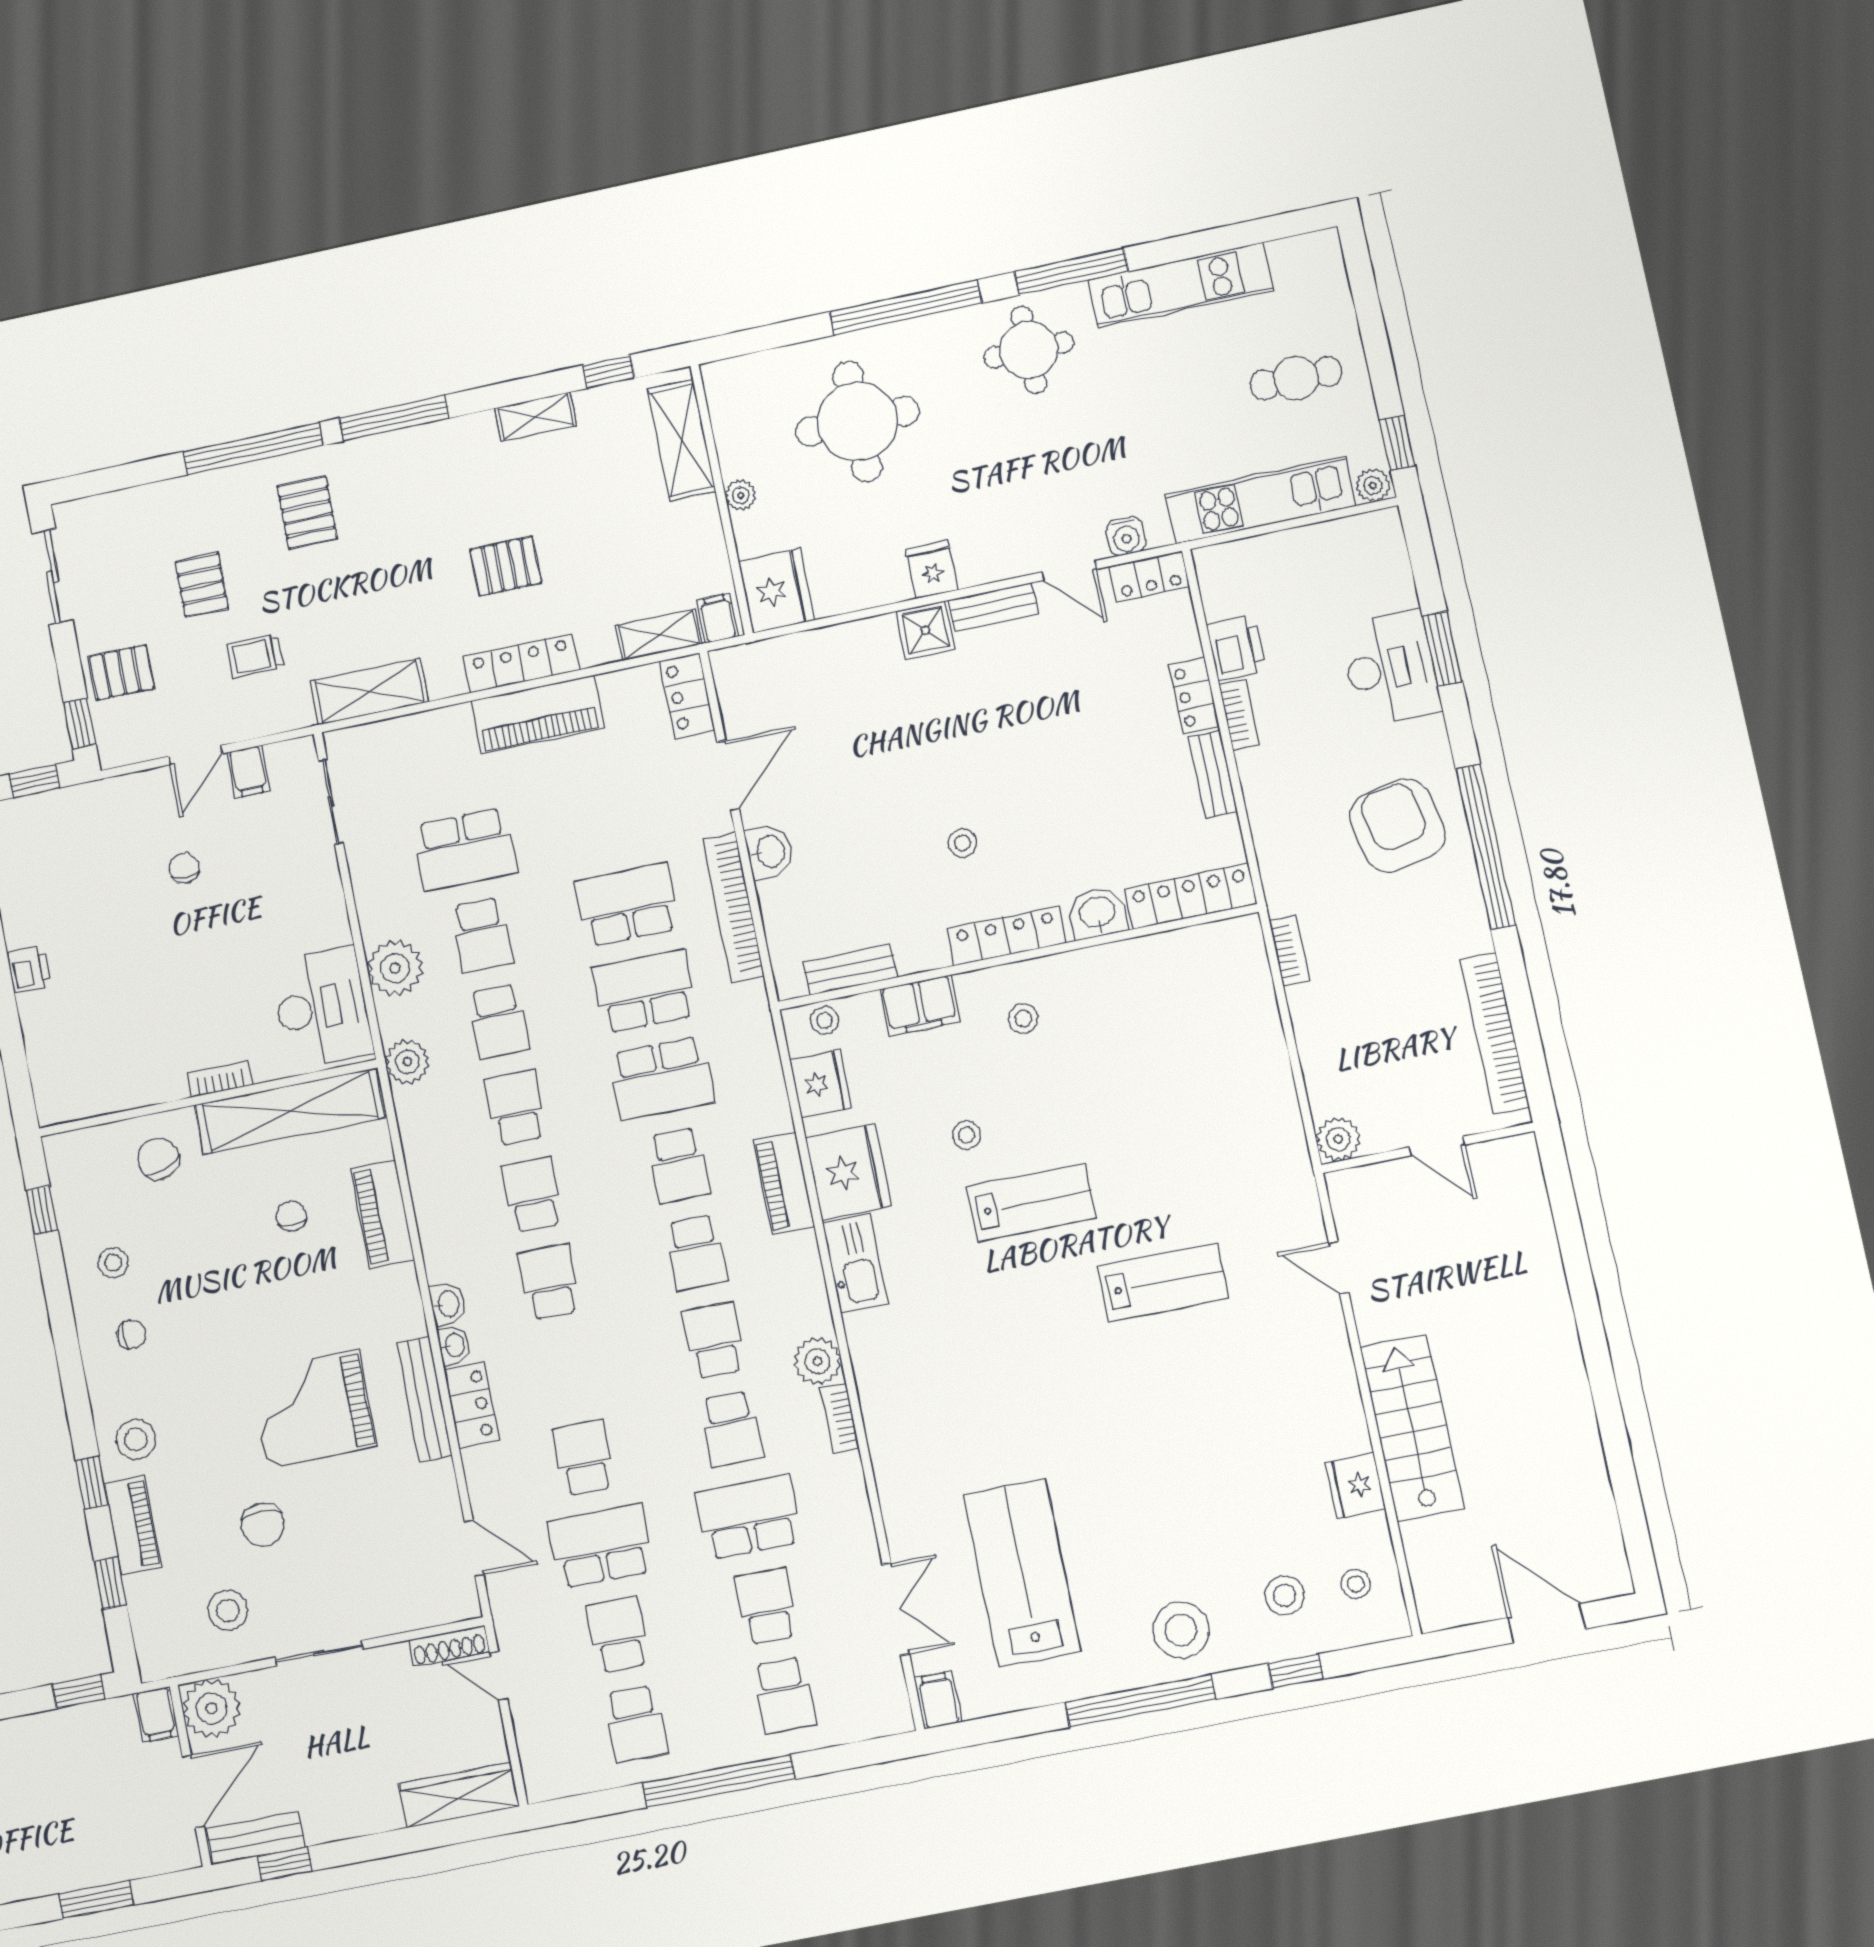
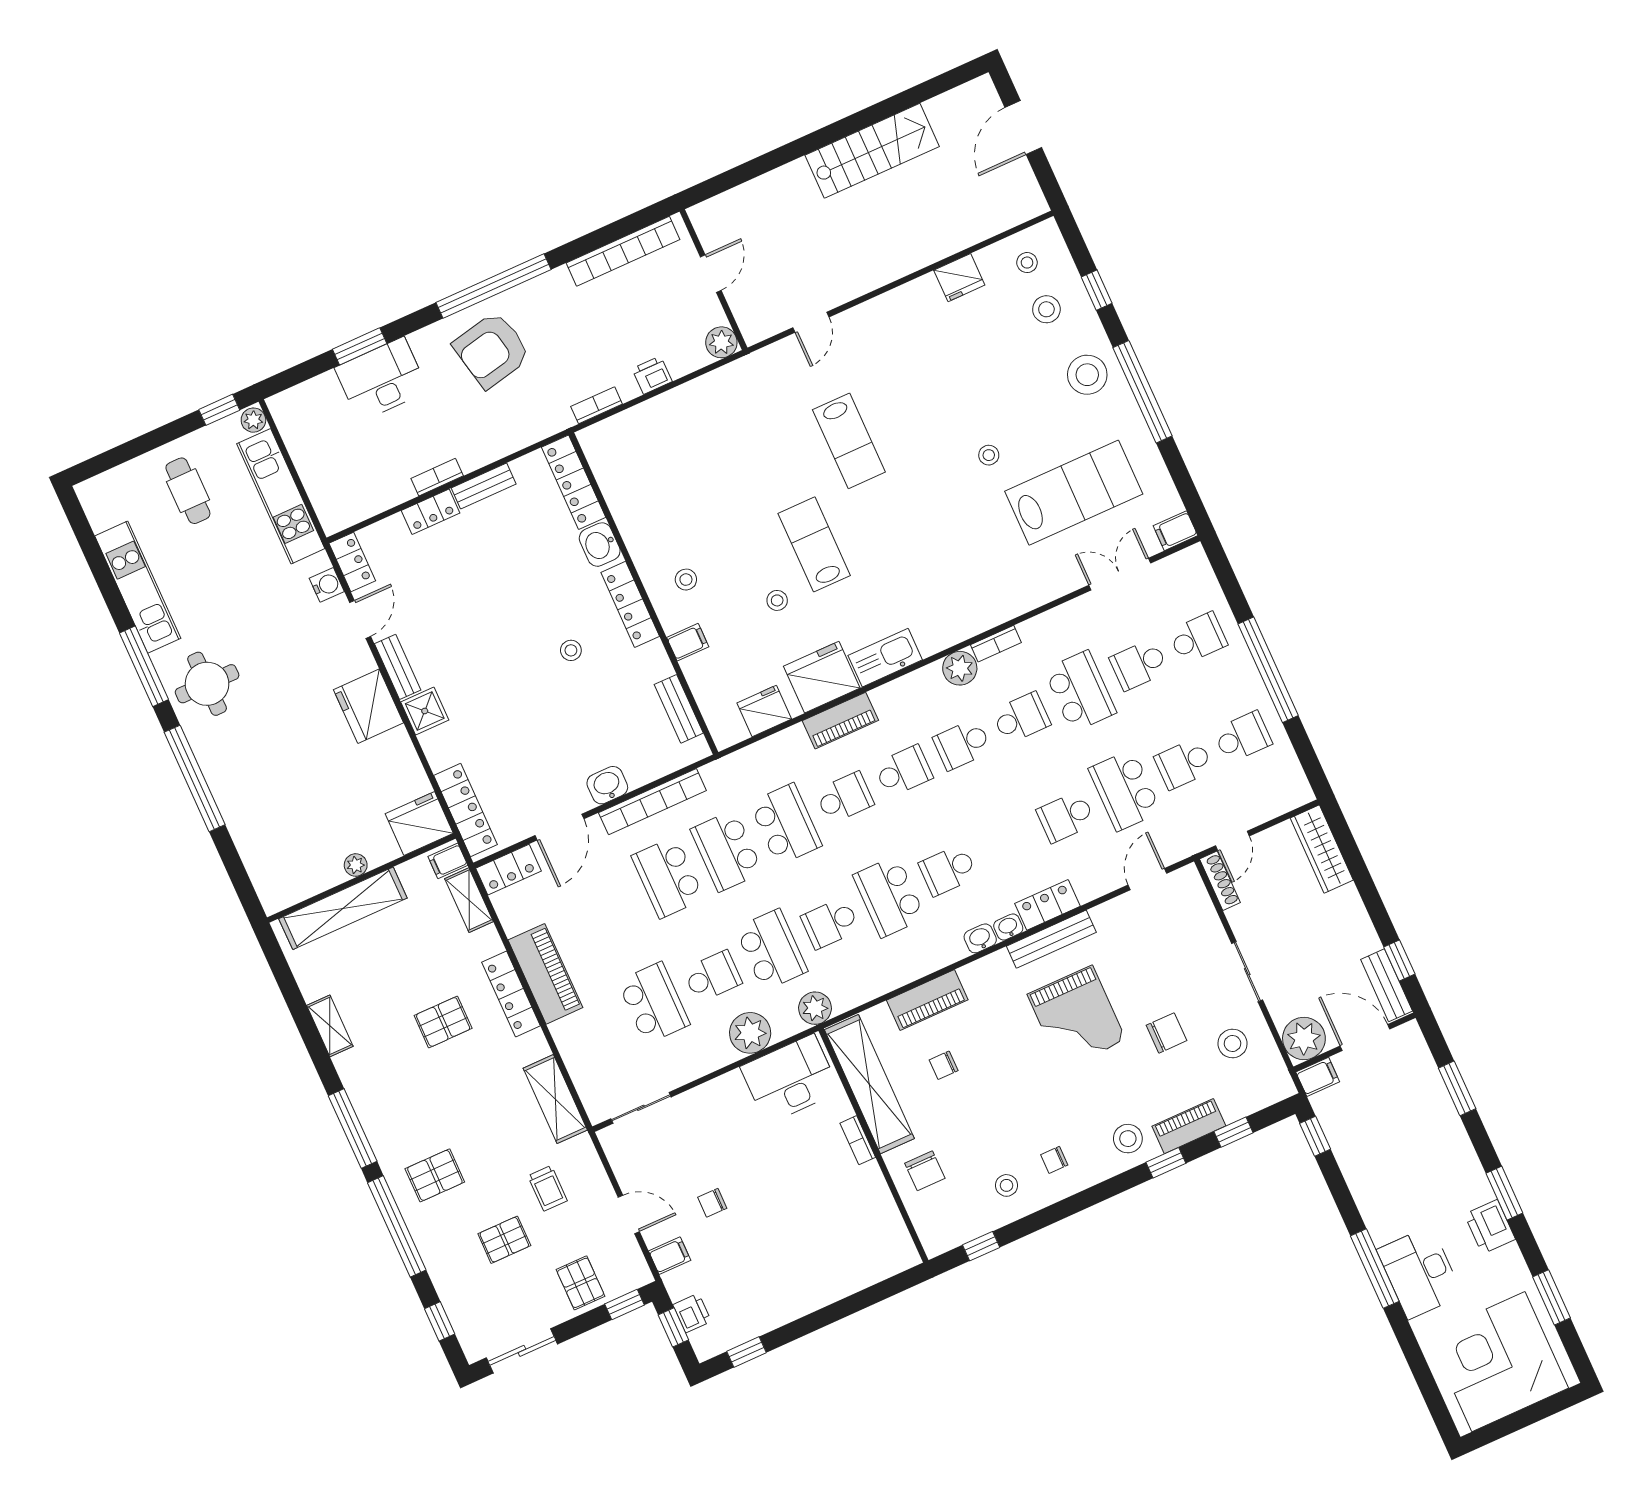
window: (609, 372) -> (440, 1321), moved
round table: (857, 421) -> (284, 794), removed
shelving: (682, 440) -> (343, 908), width x1.47
pallet: (506, 566) -> (443, 1022), turned 90
fridge: (932, 570) -> (369, 706), width x1.88, depth x1.34
printer: (1236, 648) -> (652, 375), moved, width x0.73, depth x0.81
locker: (780, 656) -> (466, 810), added
filing cabinet: (248, 772) -> (670, 1256), moved
door: (728, 776) -> (559, 827), swing flipped
printer: (29, 969) -> (692, 1313), moved, turned 90
filing cabinet: (920, 1005) -> (688, 642), width x0.50
stool: (824, 1020) -> (989, 455), moved
school desk: (499, 1021) -> (771, 950), width x1.85
chair: (158, 1159) -> (925, 1171), turned -70
school desk: (532, 1195) -> (889, 897), width x1.85
lab bench: (1163, 1282) -> (849, 441), turned 180
chair: (131, 1334) -> (1054, 1160), turned -90
stairs: (1412, 1428) -> (872, 151), moved, turned 180
school desk: (749, 1517) -> (1080, 691), turned 180
lab bench: (1022, 1573) -> (1074, 493), turned 180

